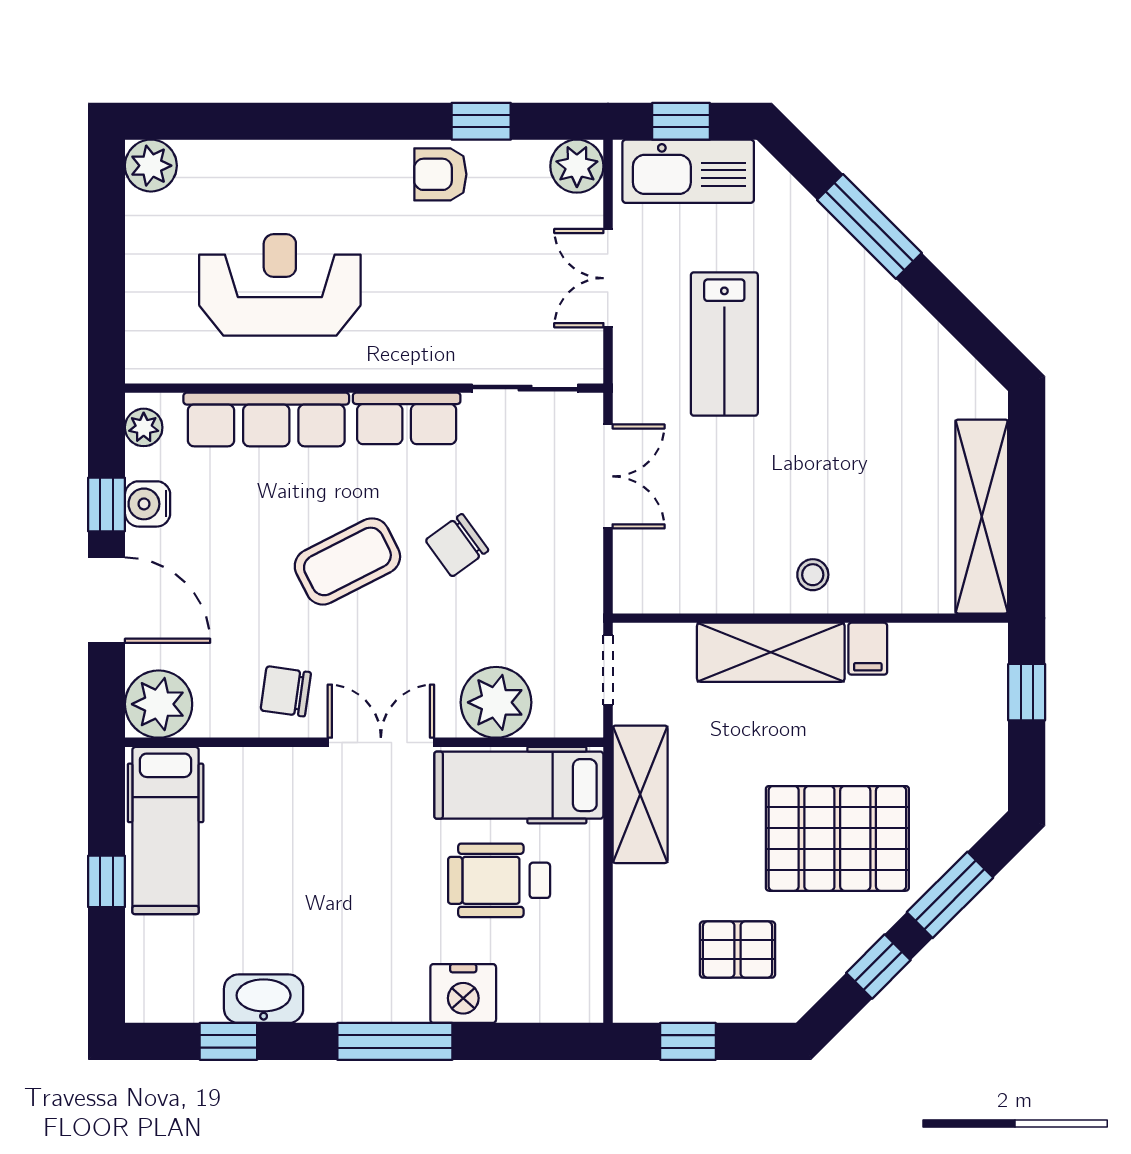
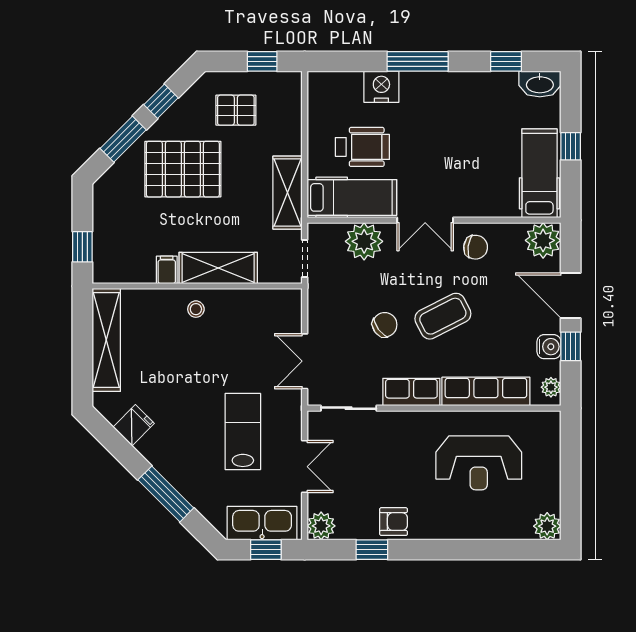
fridge: (930, 356) -> (134, 425), added
washbasin: (264, 999) -> (540, 84), moved

